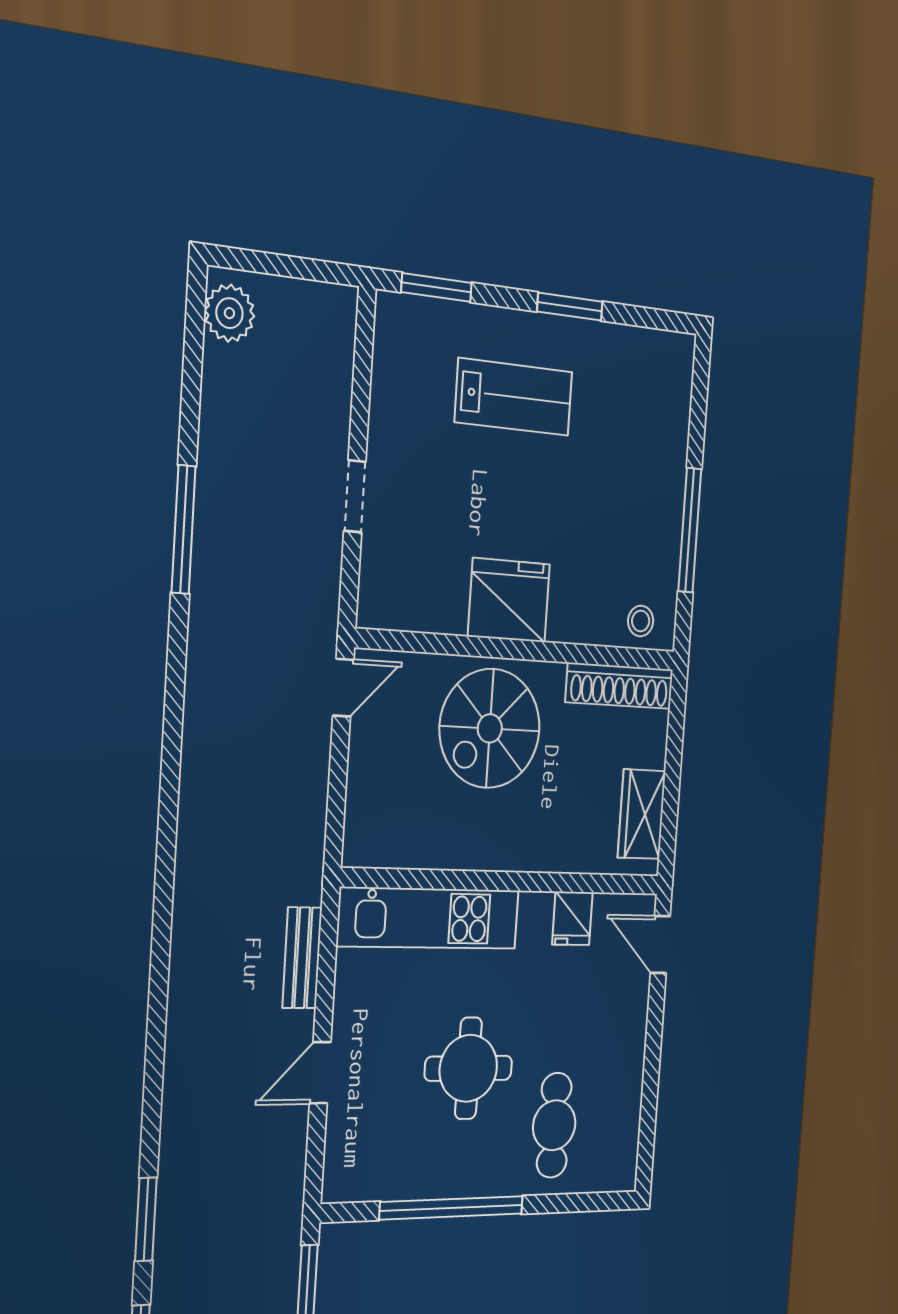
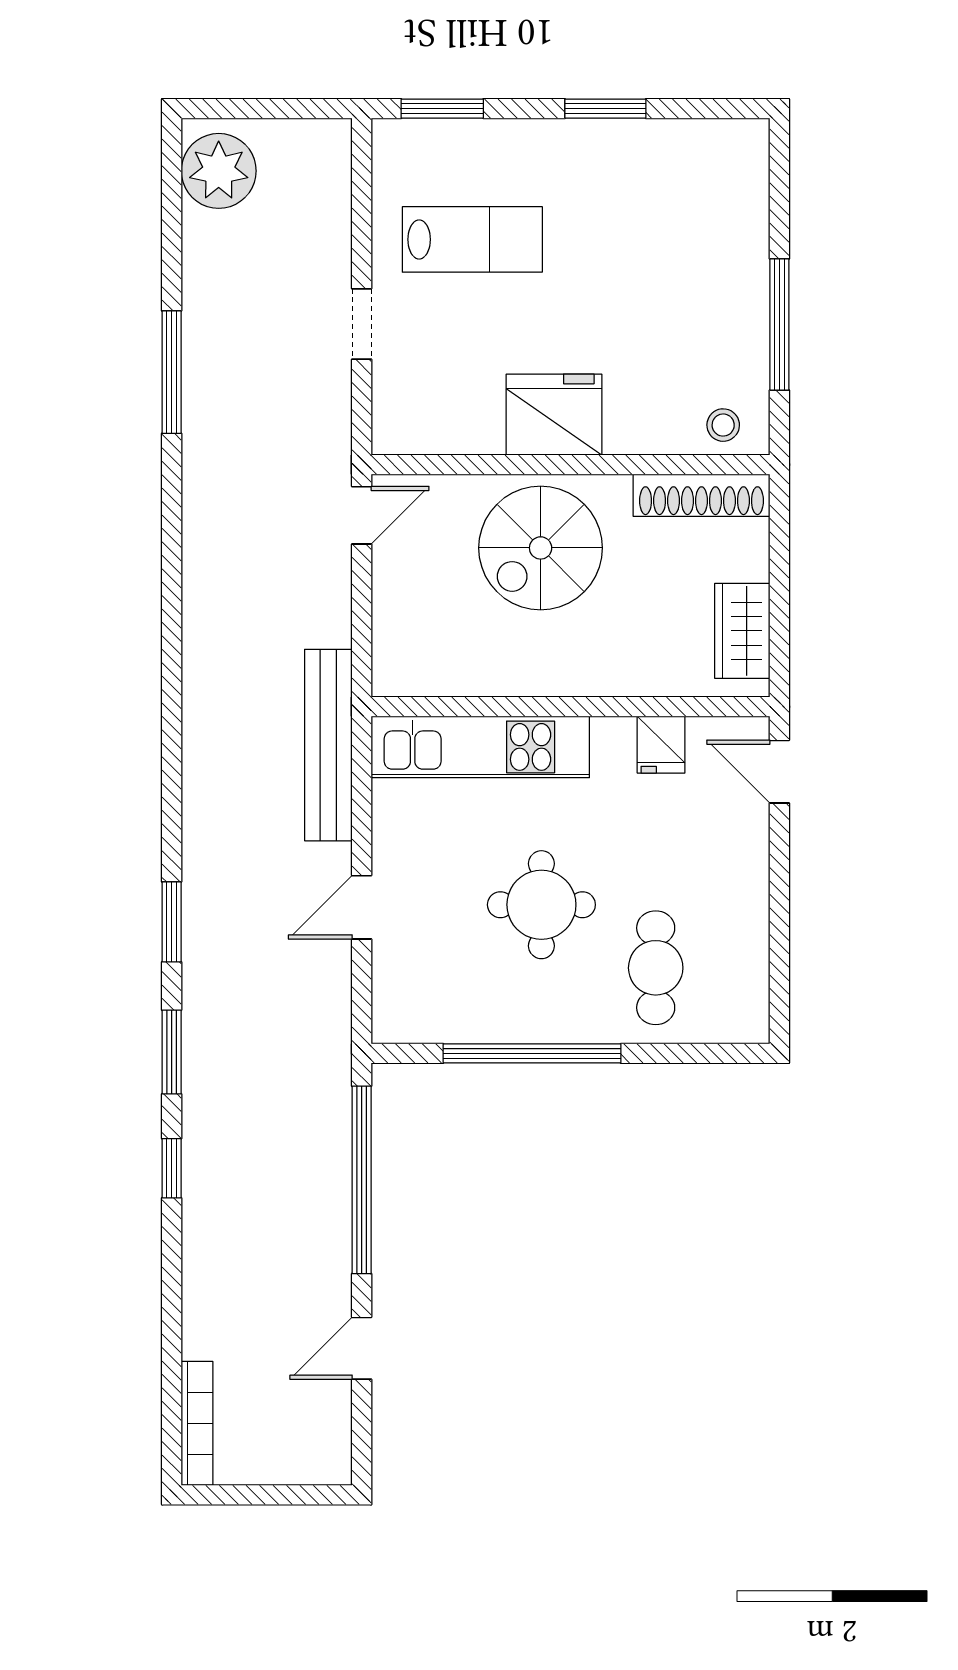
plant: (229, 313) -> (219, 171), width x1.36, depth x1.36
lab bench: (514, 397) -> (472, 239), moved
bench: (302, 958) -> (328, 745), width x1.86, depth x1.21
window: (153, 1090) -> (172, 922), added

